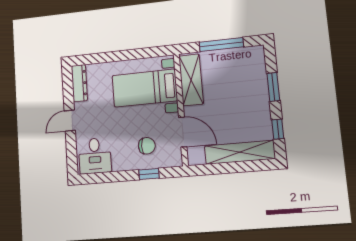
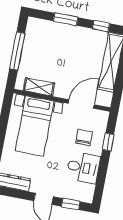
shelving: (191, 80) -> (39, 87), width x0.67, depth x0.75
window: (72, 152) -> (71, 204), added
desk: (95, 156) -> (83, 168), moved

